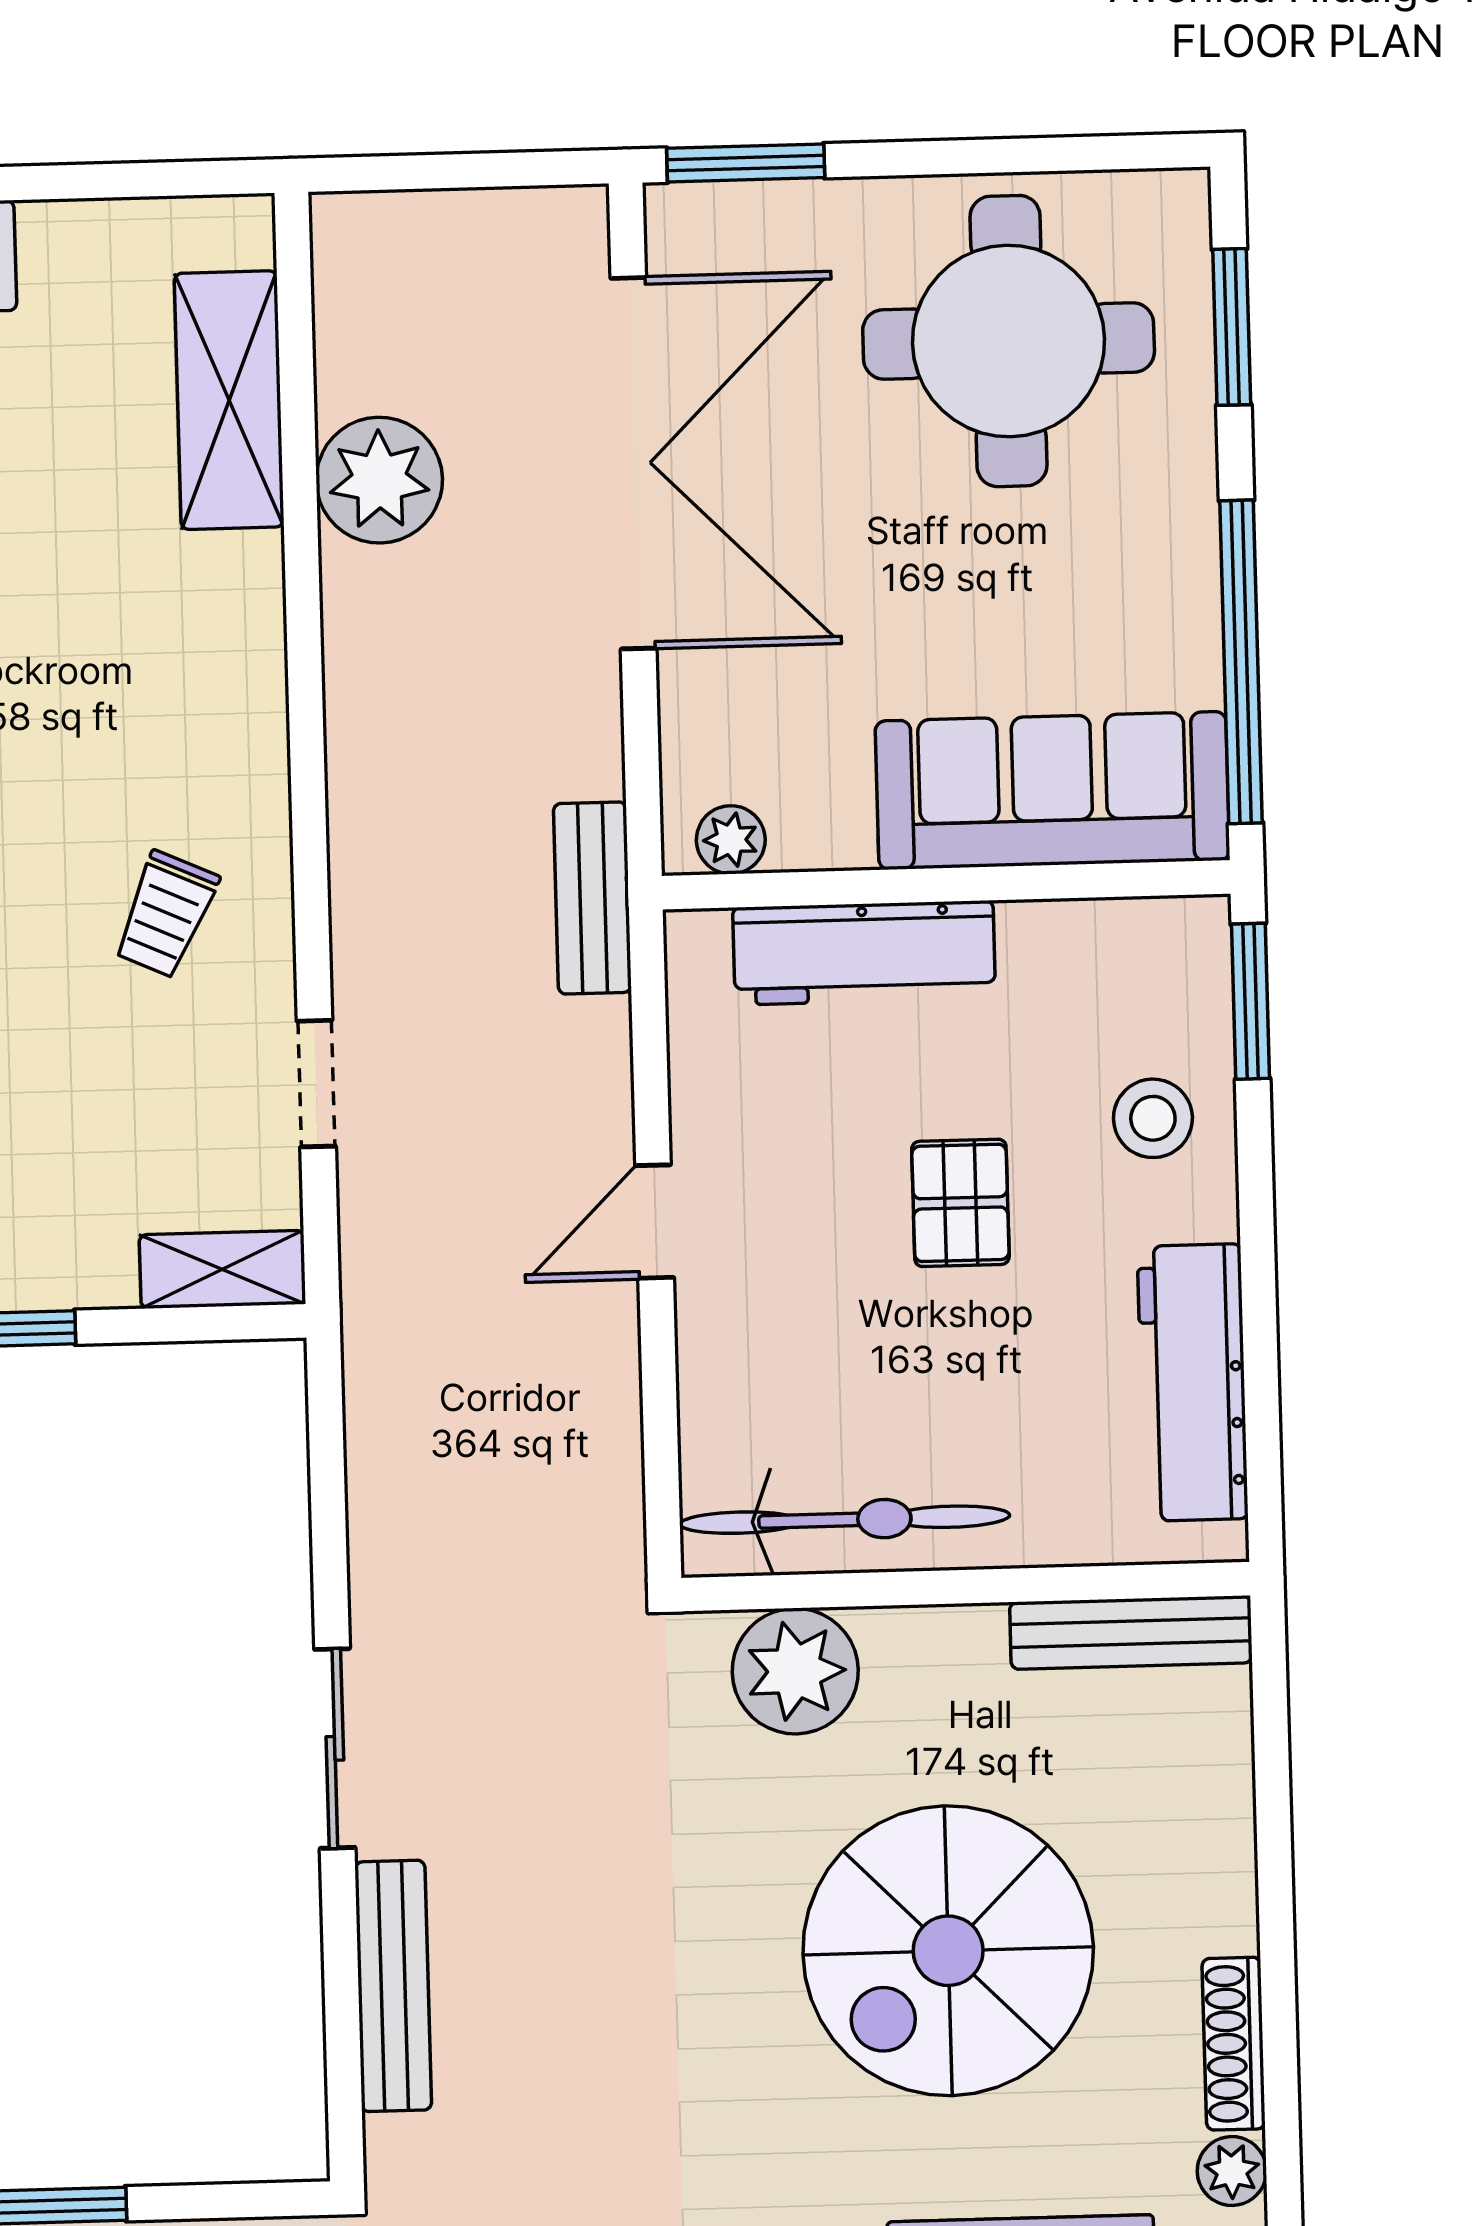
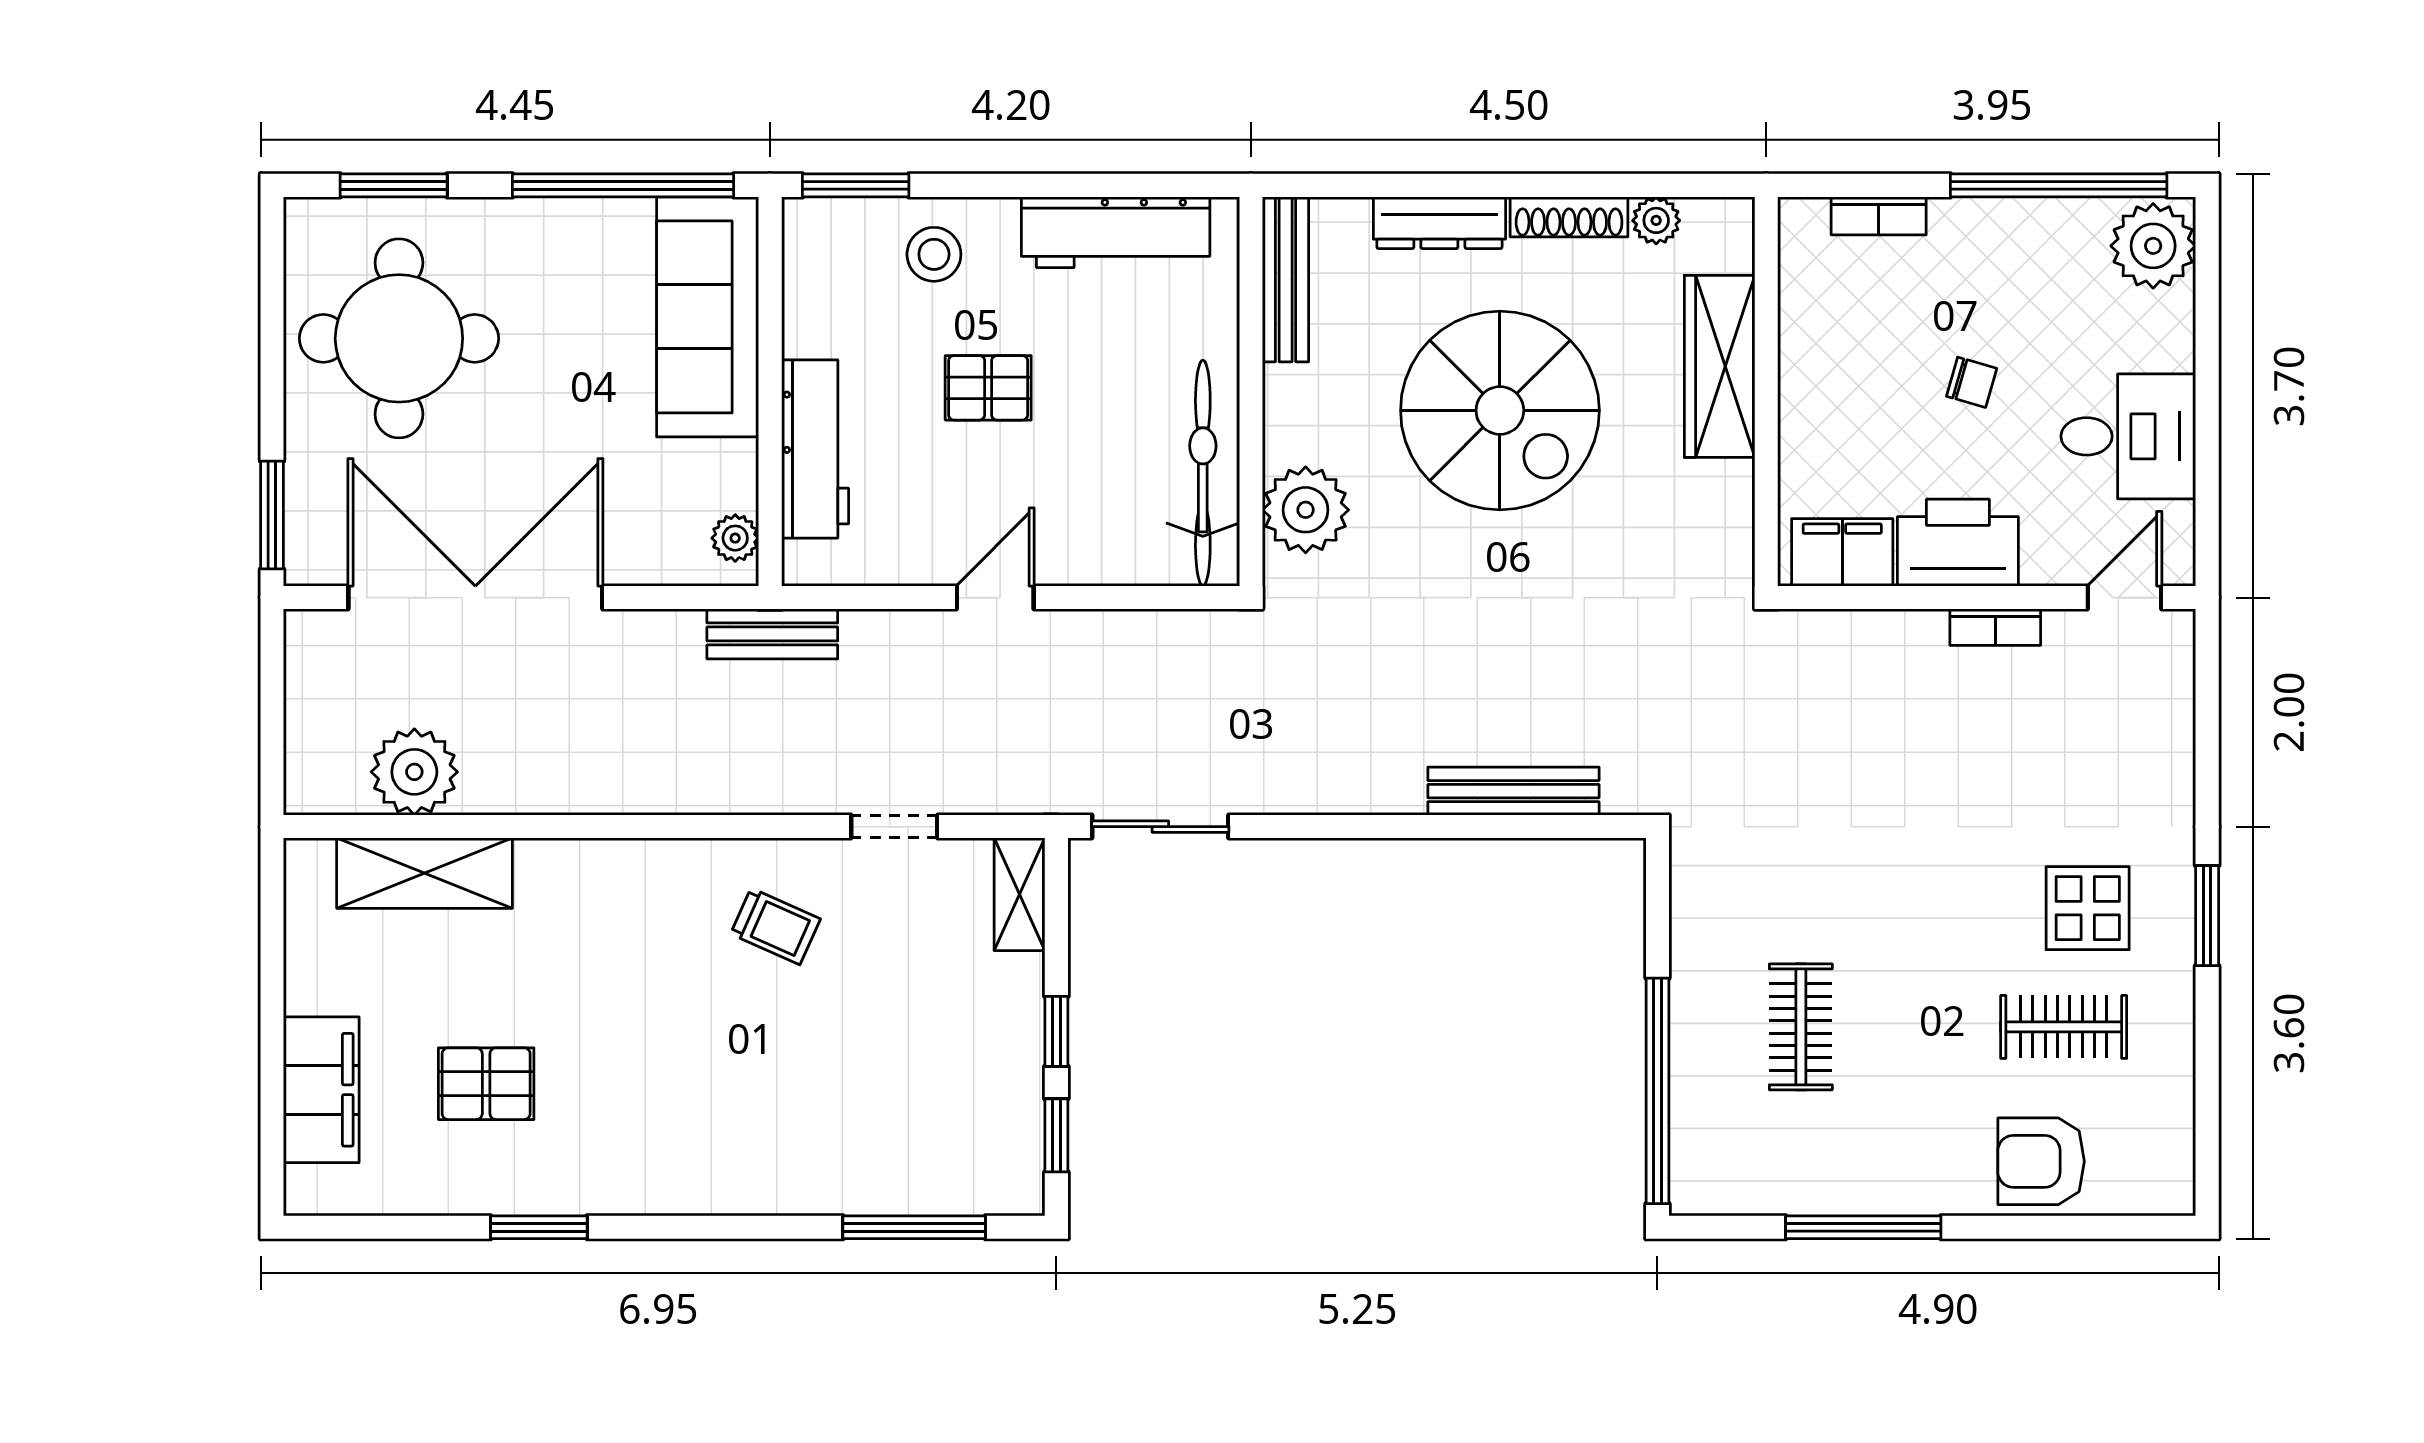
plant: (379, 480) -> (414, 772), moved
door: (655, 1222) -> (995, 598), swing flipped
sliding door: (335, 1748) -> (1160, 827), moved
dresser: (1220, 1855) -> (1439, 223), added

